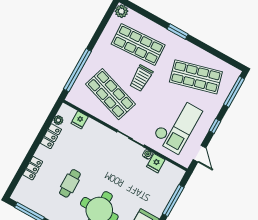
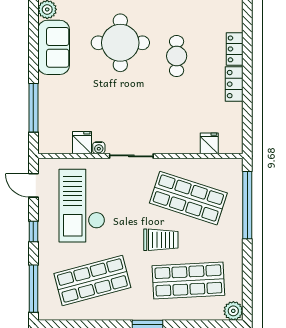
trolley: (141, 78) -> (161, 240), turned 90
plant: (58, 120) -> (236, 128), removed
locker: (51, 136) -> (234, 84), moved

